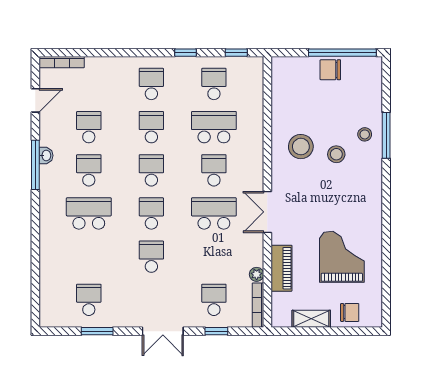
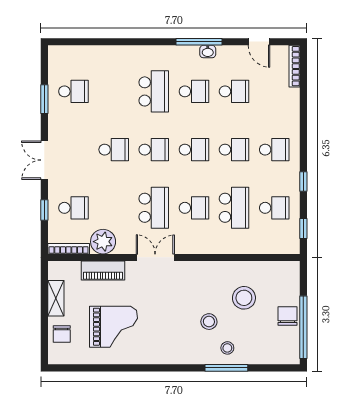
stool: (301, 147) -> (244, 298), moved
plant: (257, 274) -> (103, 242), width x1.87, depth x1.87

